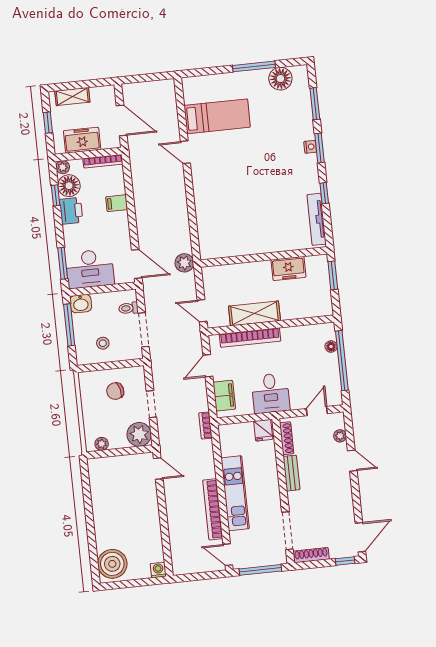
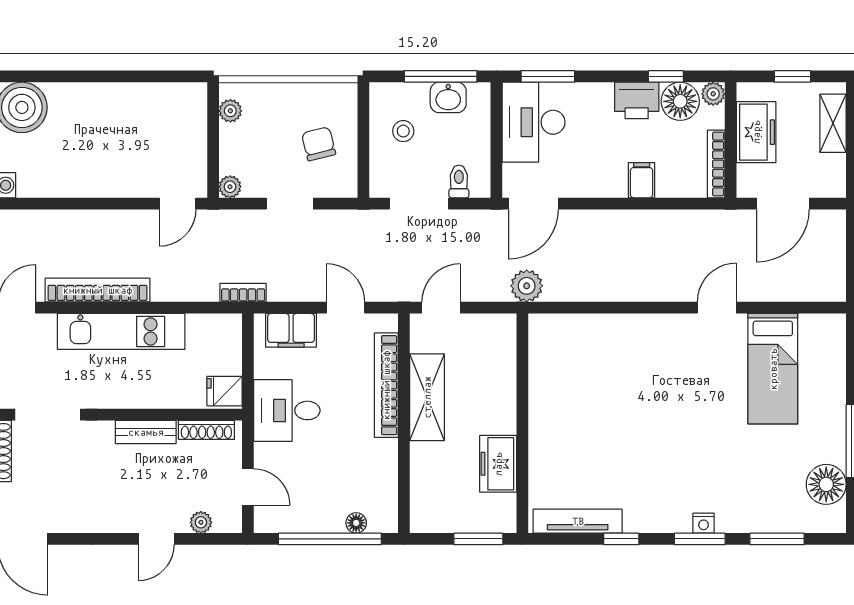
washbasin: (81, 304) -> (448, 97), moved, turned -90
plant: (139, 434) -> (230, 187), width x0.53, depth x0.53

